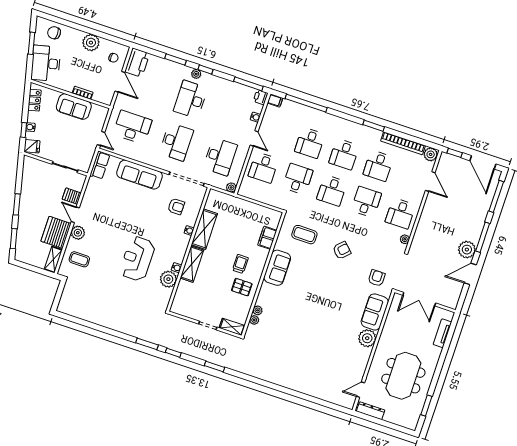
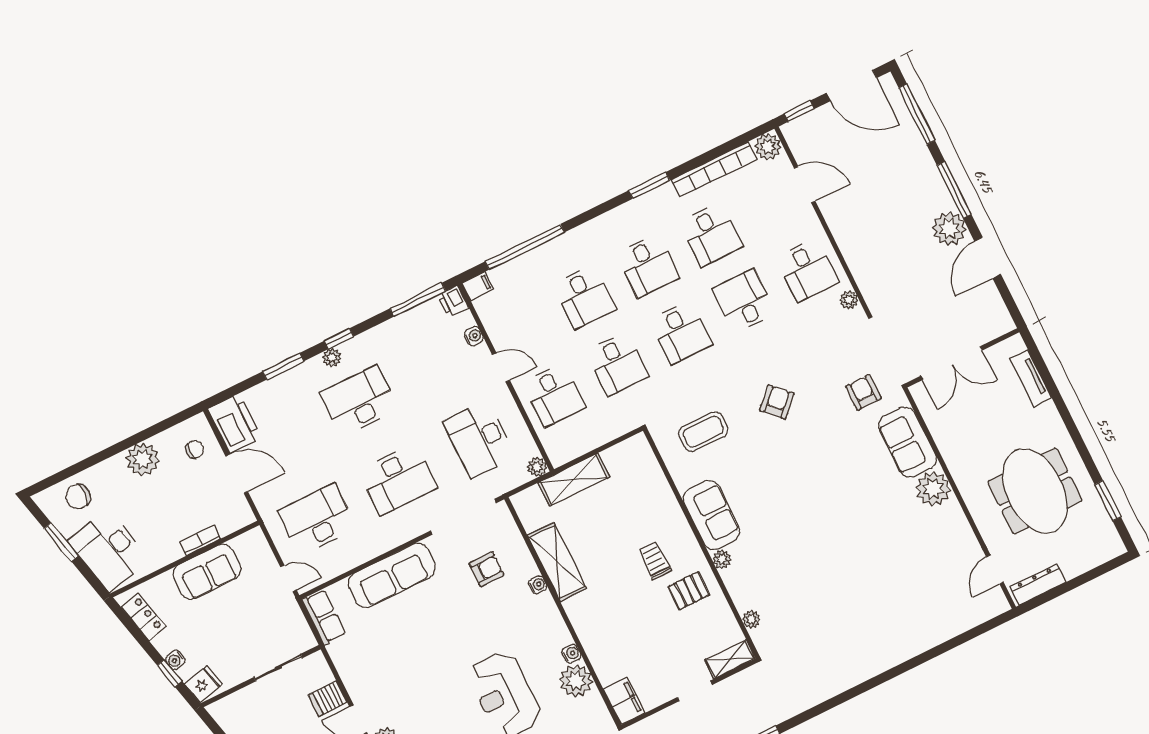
desk: (191, 99) -> (359, 401), turned 90
desk: (176, 142) -> (398, 479), turned 90
desk: (220, 157) -> (479, 439), turned 180
desk: (298, 179) -> (617, 364), turned 180
filing cabinet: (267, 238) -> (624, 701), moved, turned 180
shelving: (192, 264) -> (574, 480), moved, turned 90
plant: (258, 310) -> (722, 559), moved

